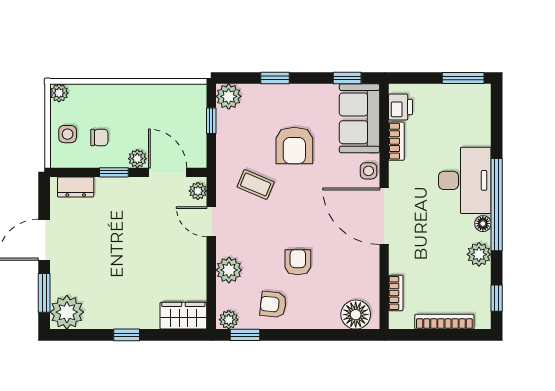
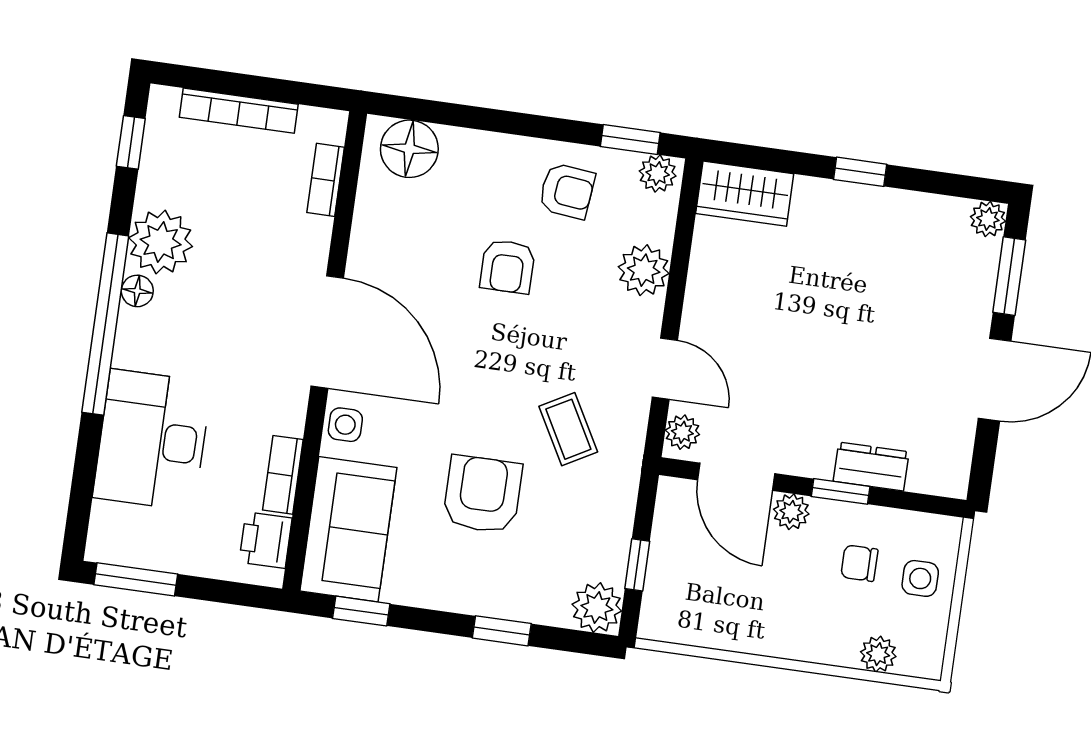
plant: (59, 93) -> (878, 654), moved
desk: (465, 180) -> (152, 440), moved
coffee table: (256, 184) -> (568, 429), turned 38
dresser: (76, 187) -> (871, 467), moved
plant: (479, 254) -> (161, 242), width x1.36, depth x1.36
plant: (67, 312) -> (988, 219), width x0.53, depth x0.53

